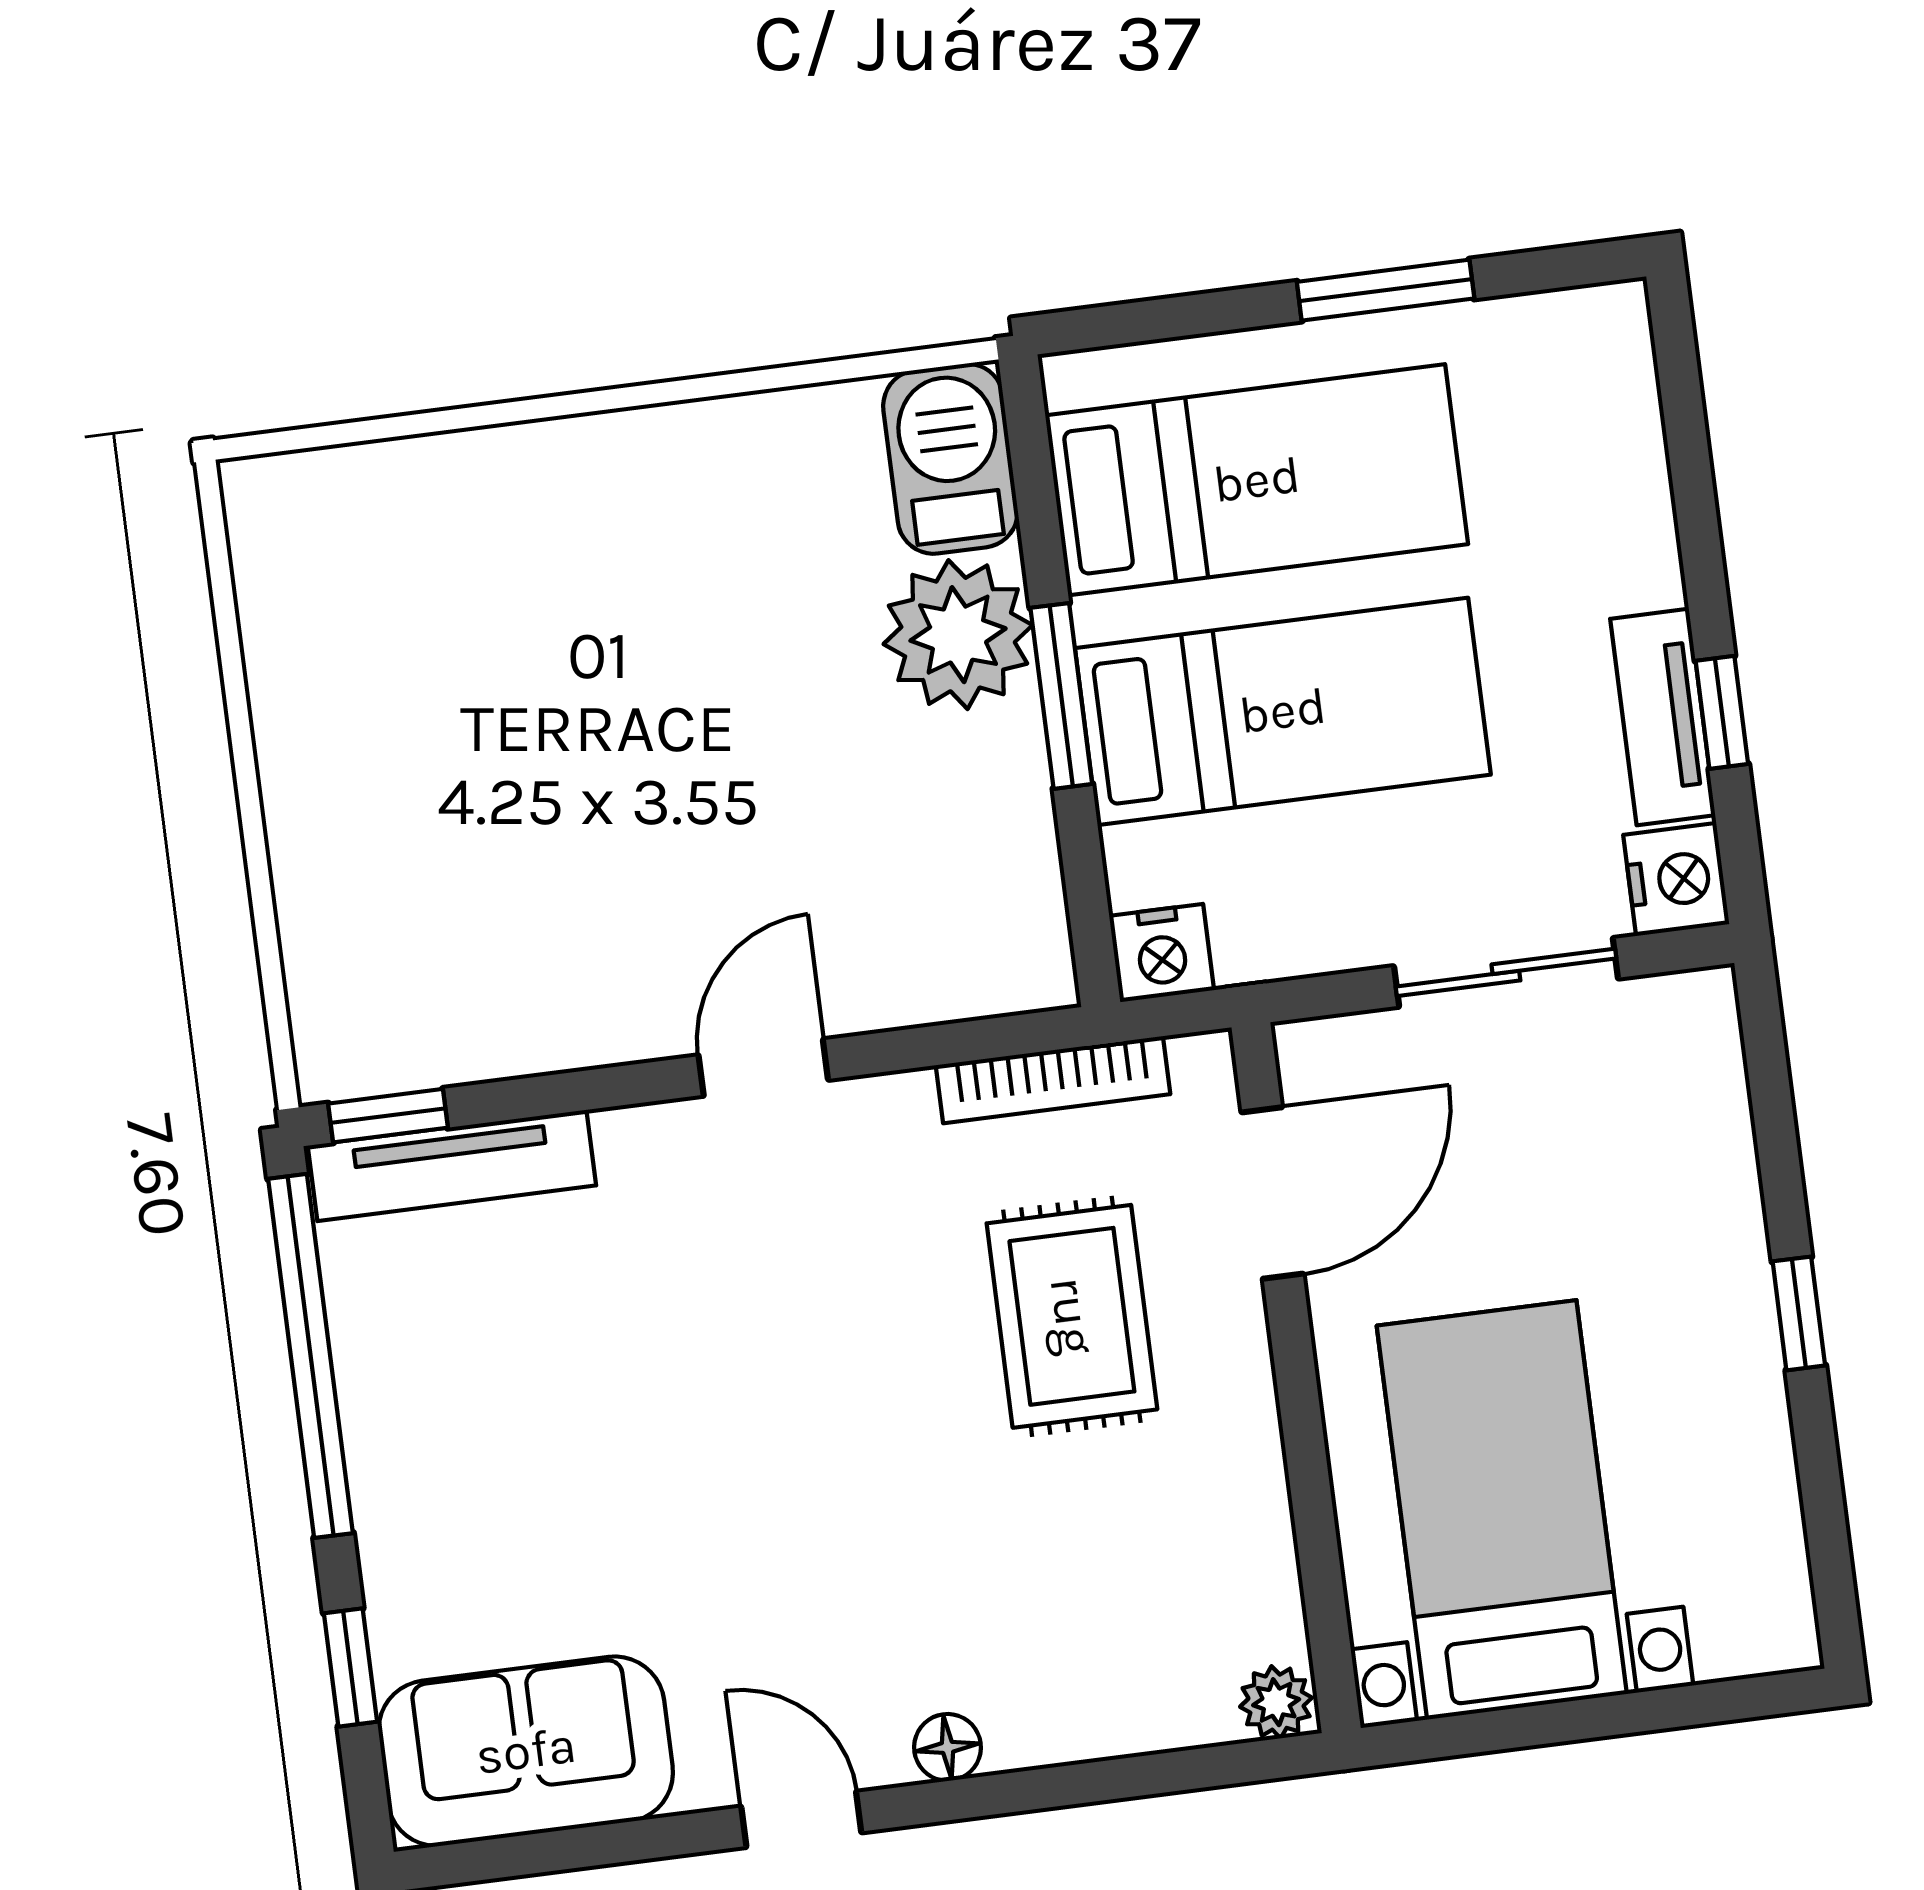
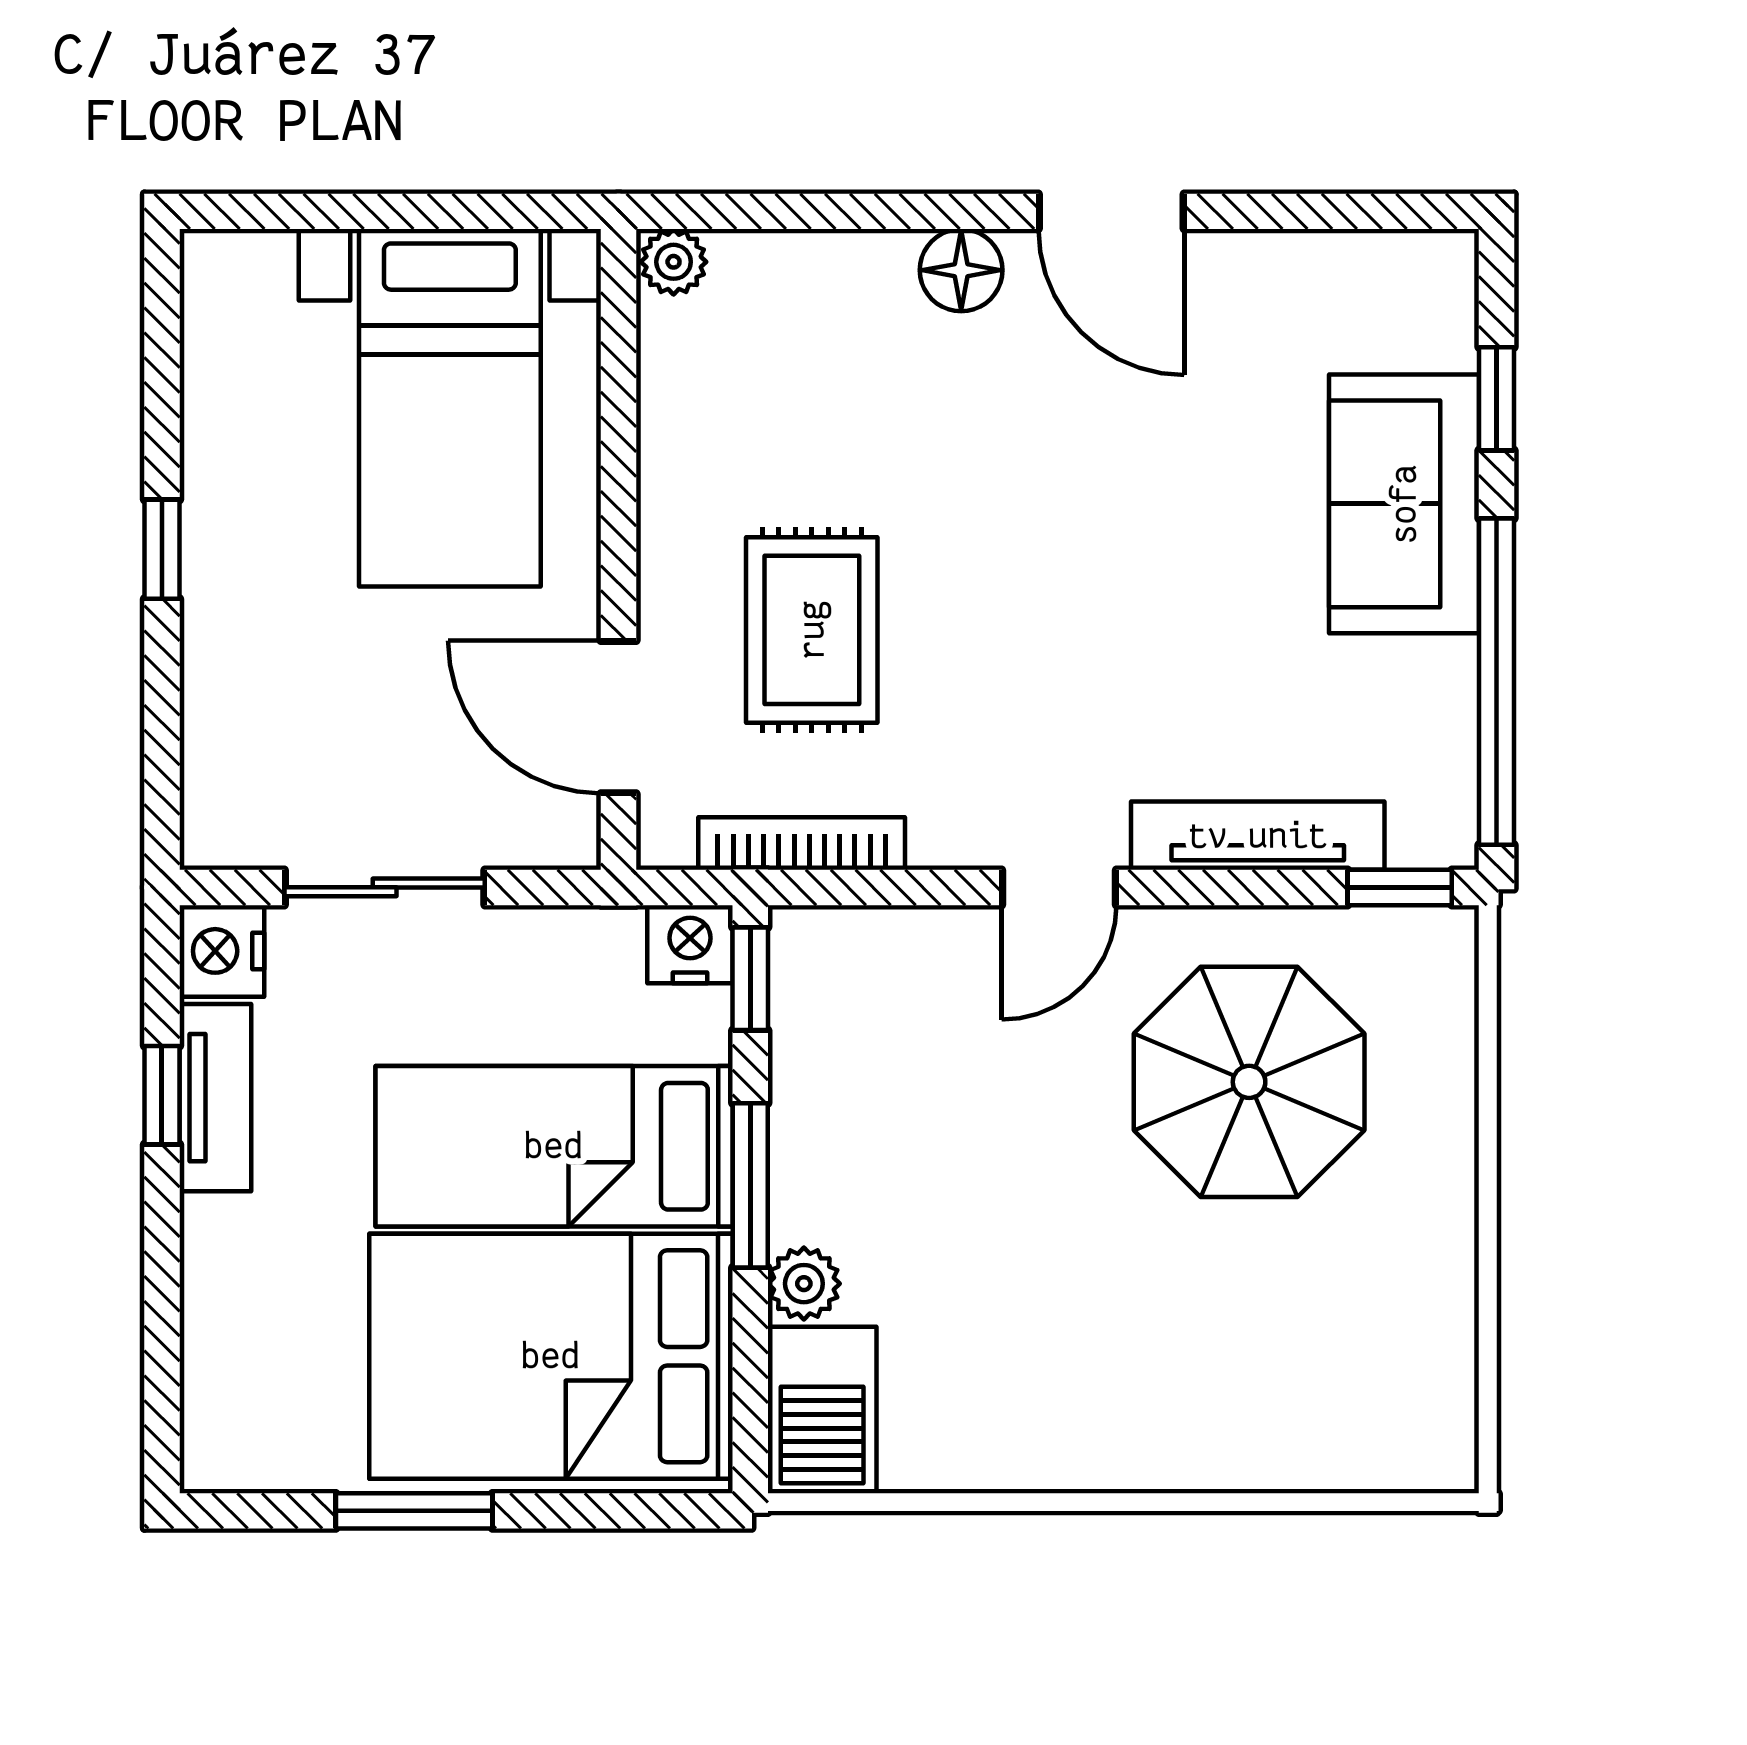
bed: (1257, 480) -> (551, 1356), width x1.50
plant: (958, 635) -> (804, 1284), width x0.53, depth x0.53
parasol: (527, 880) -> (1249, 1082), added
window: (1090, 924) -> (750, 979), added
tv unit: (452, 1166) -> (1258, 836), moved
door: (1272, 1193) -> (619, 717), hinge flipped
floor lamp: (947, 1747) -> (961, 270), width x1.37, depth x1.37
sofa: (526, 1751) -> (1404, 504), moved, turned 90
door: (801, 1819) -> (1111, 211), width x1.38

